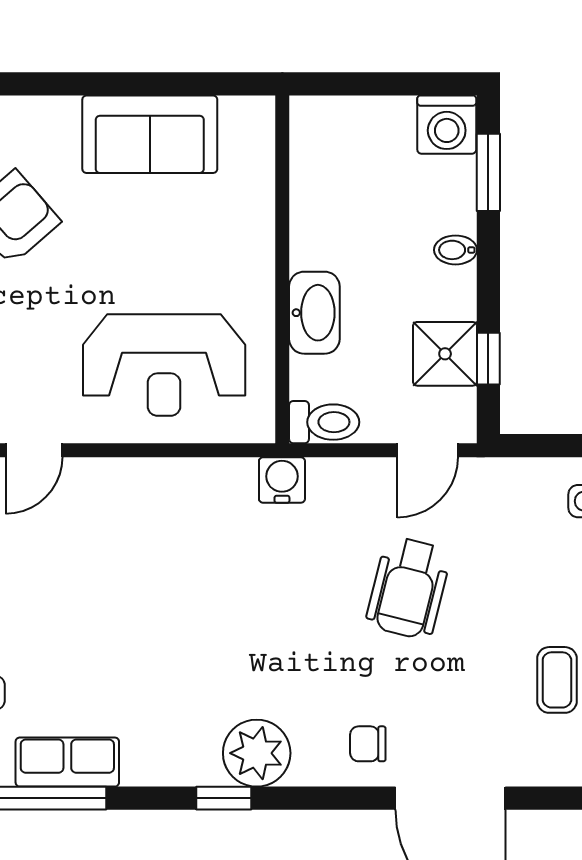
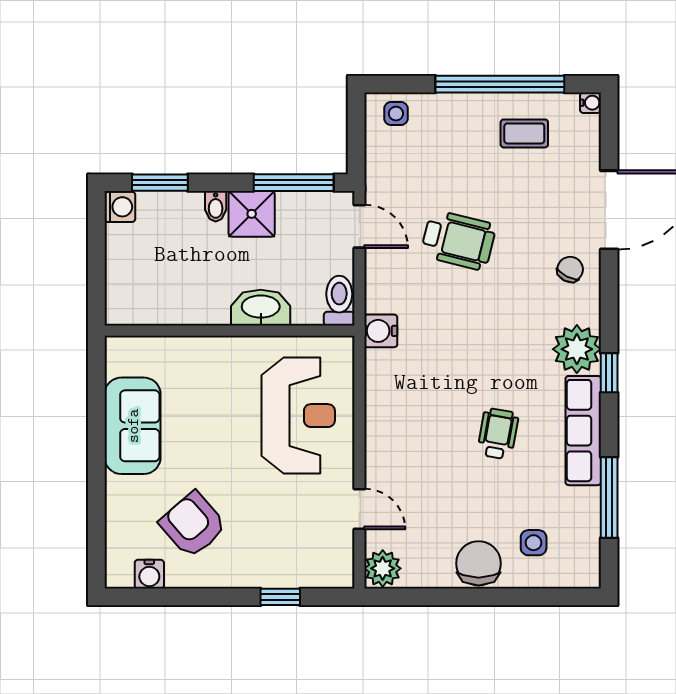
washing machine: (447, 125) -> (120, 207), width x0.73, depth x0.73
shower: (445, 354) -> (252, 214), moved
window: (488, 359) -> (294, 183), width x2.17
wheelchair: (139, 643) -> (498, 434), added
chair: (368, 744) -> (570, 269), turned -153
row of seats: (67, 762) -> (583, 431), moved, width x1.48

